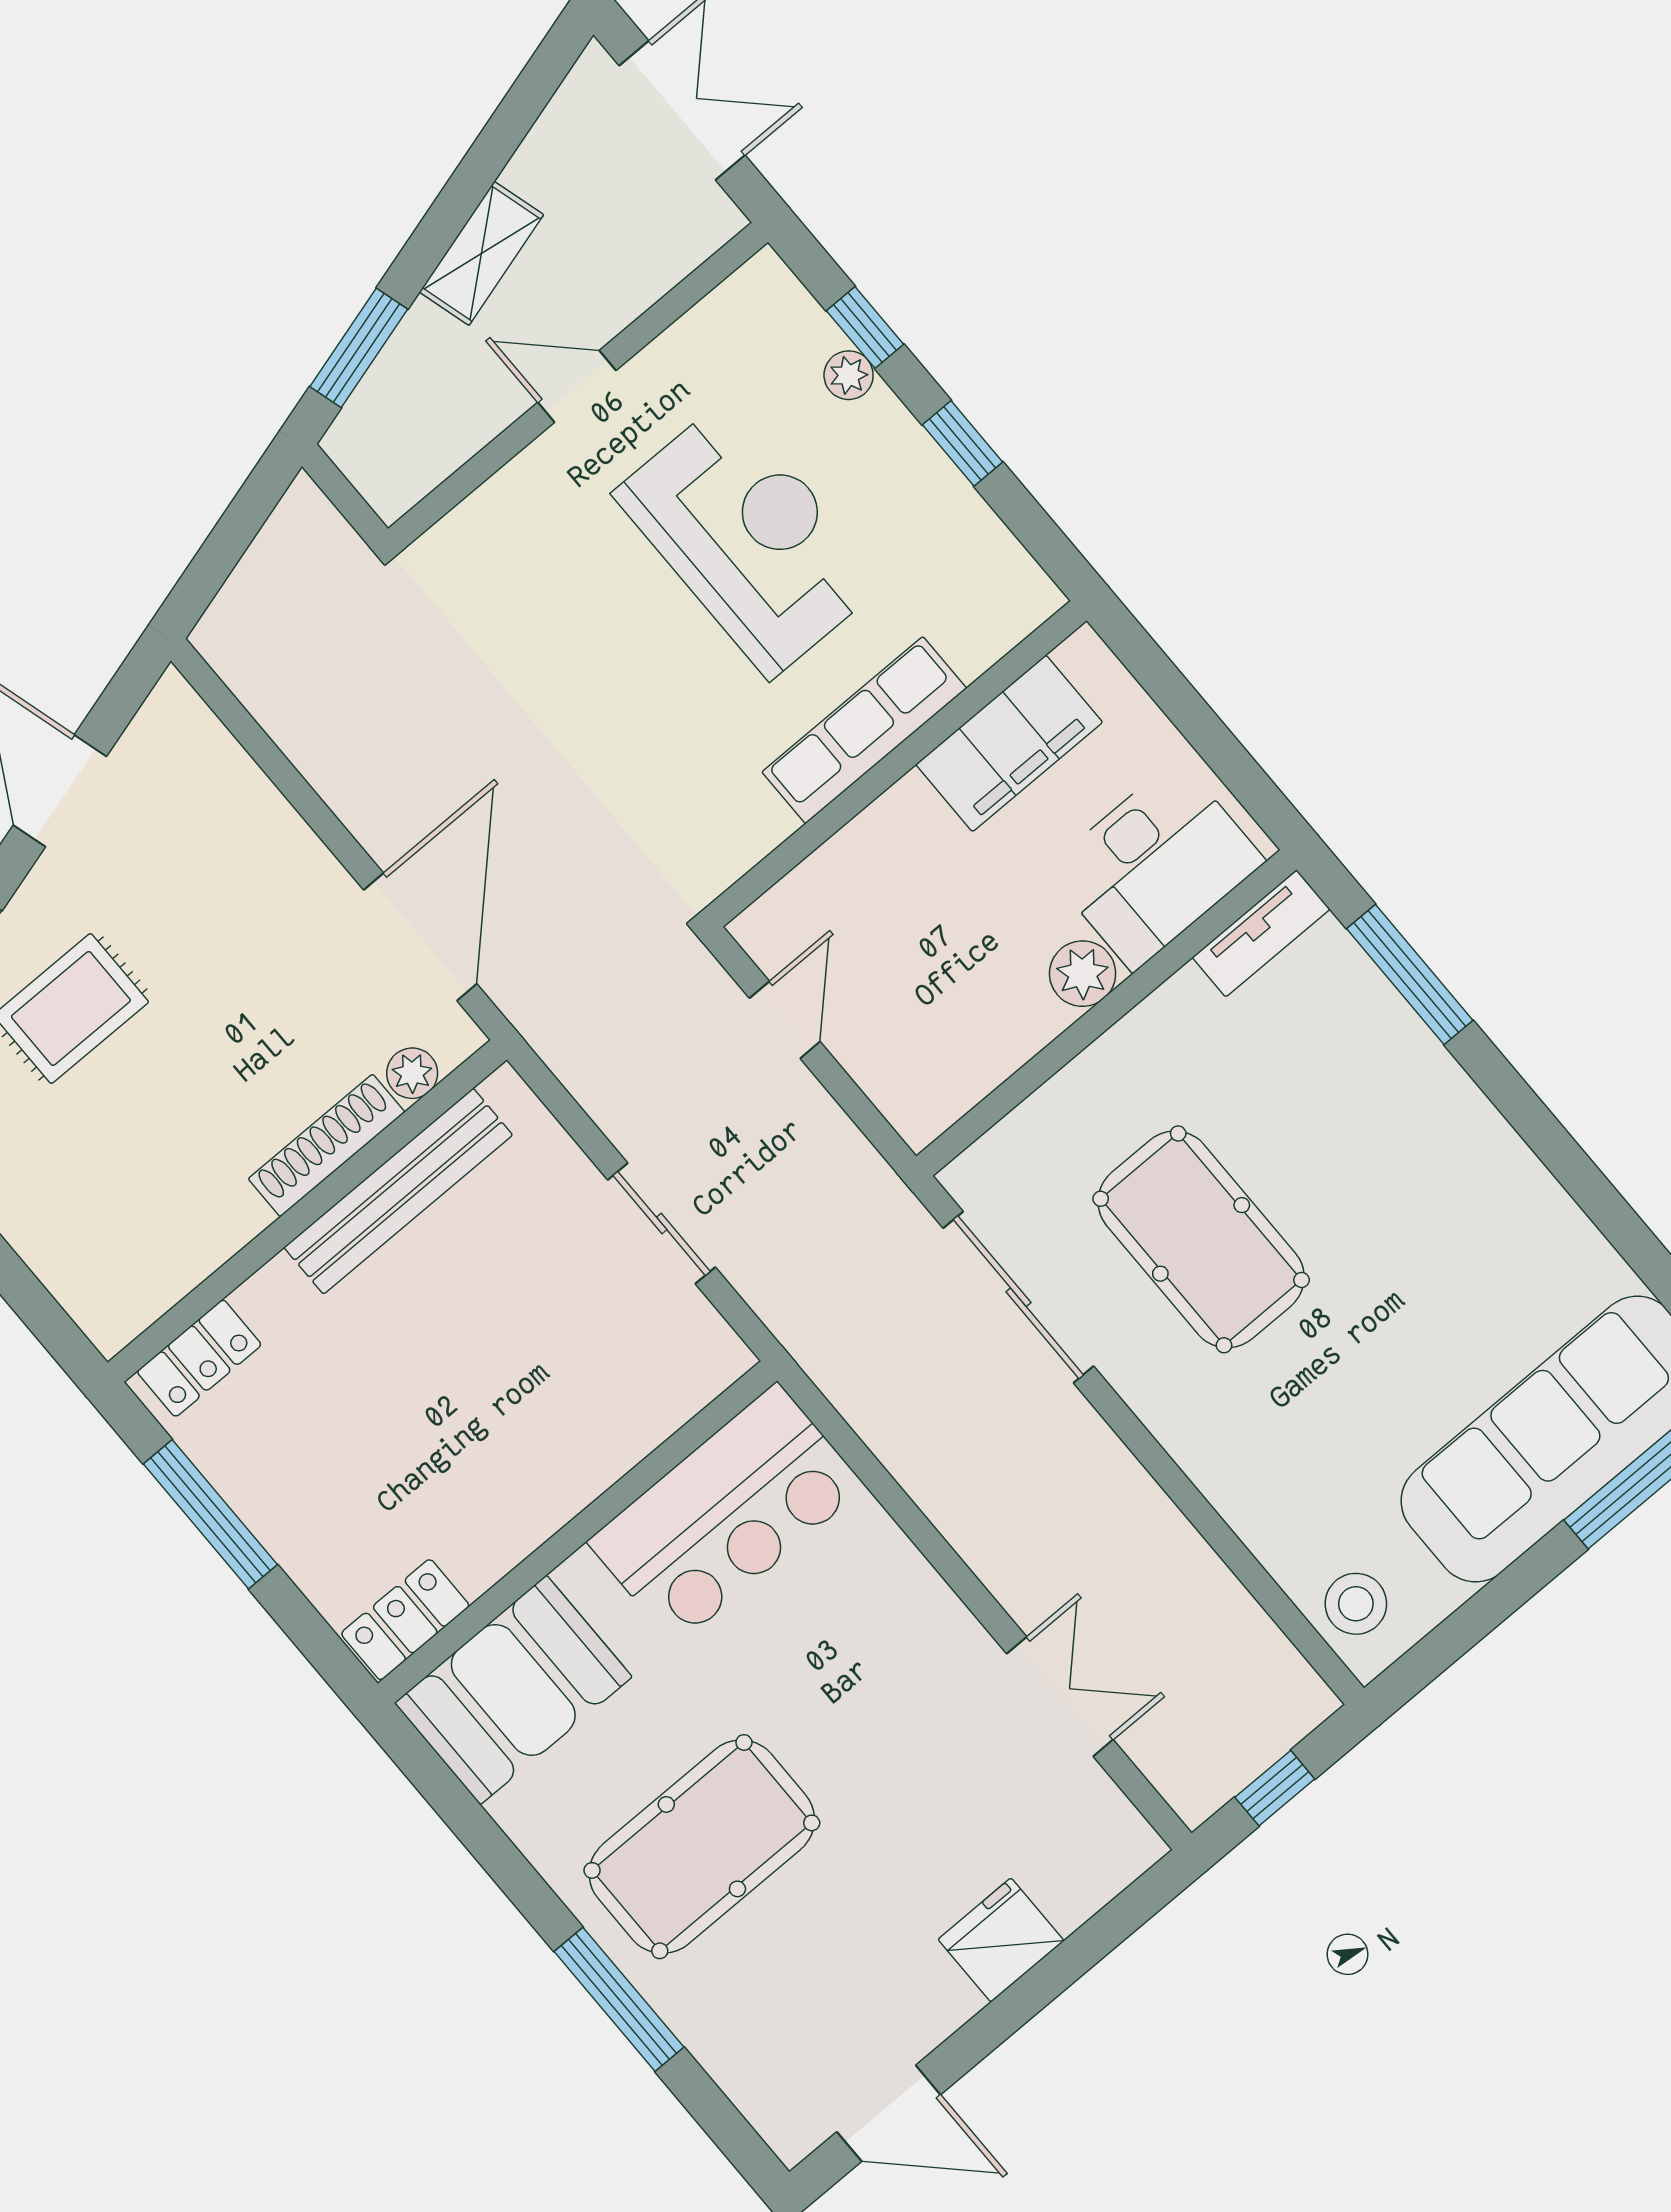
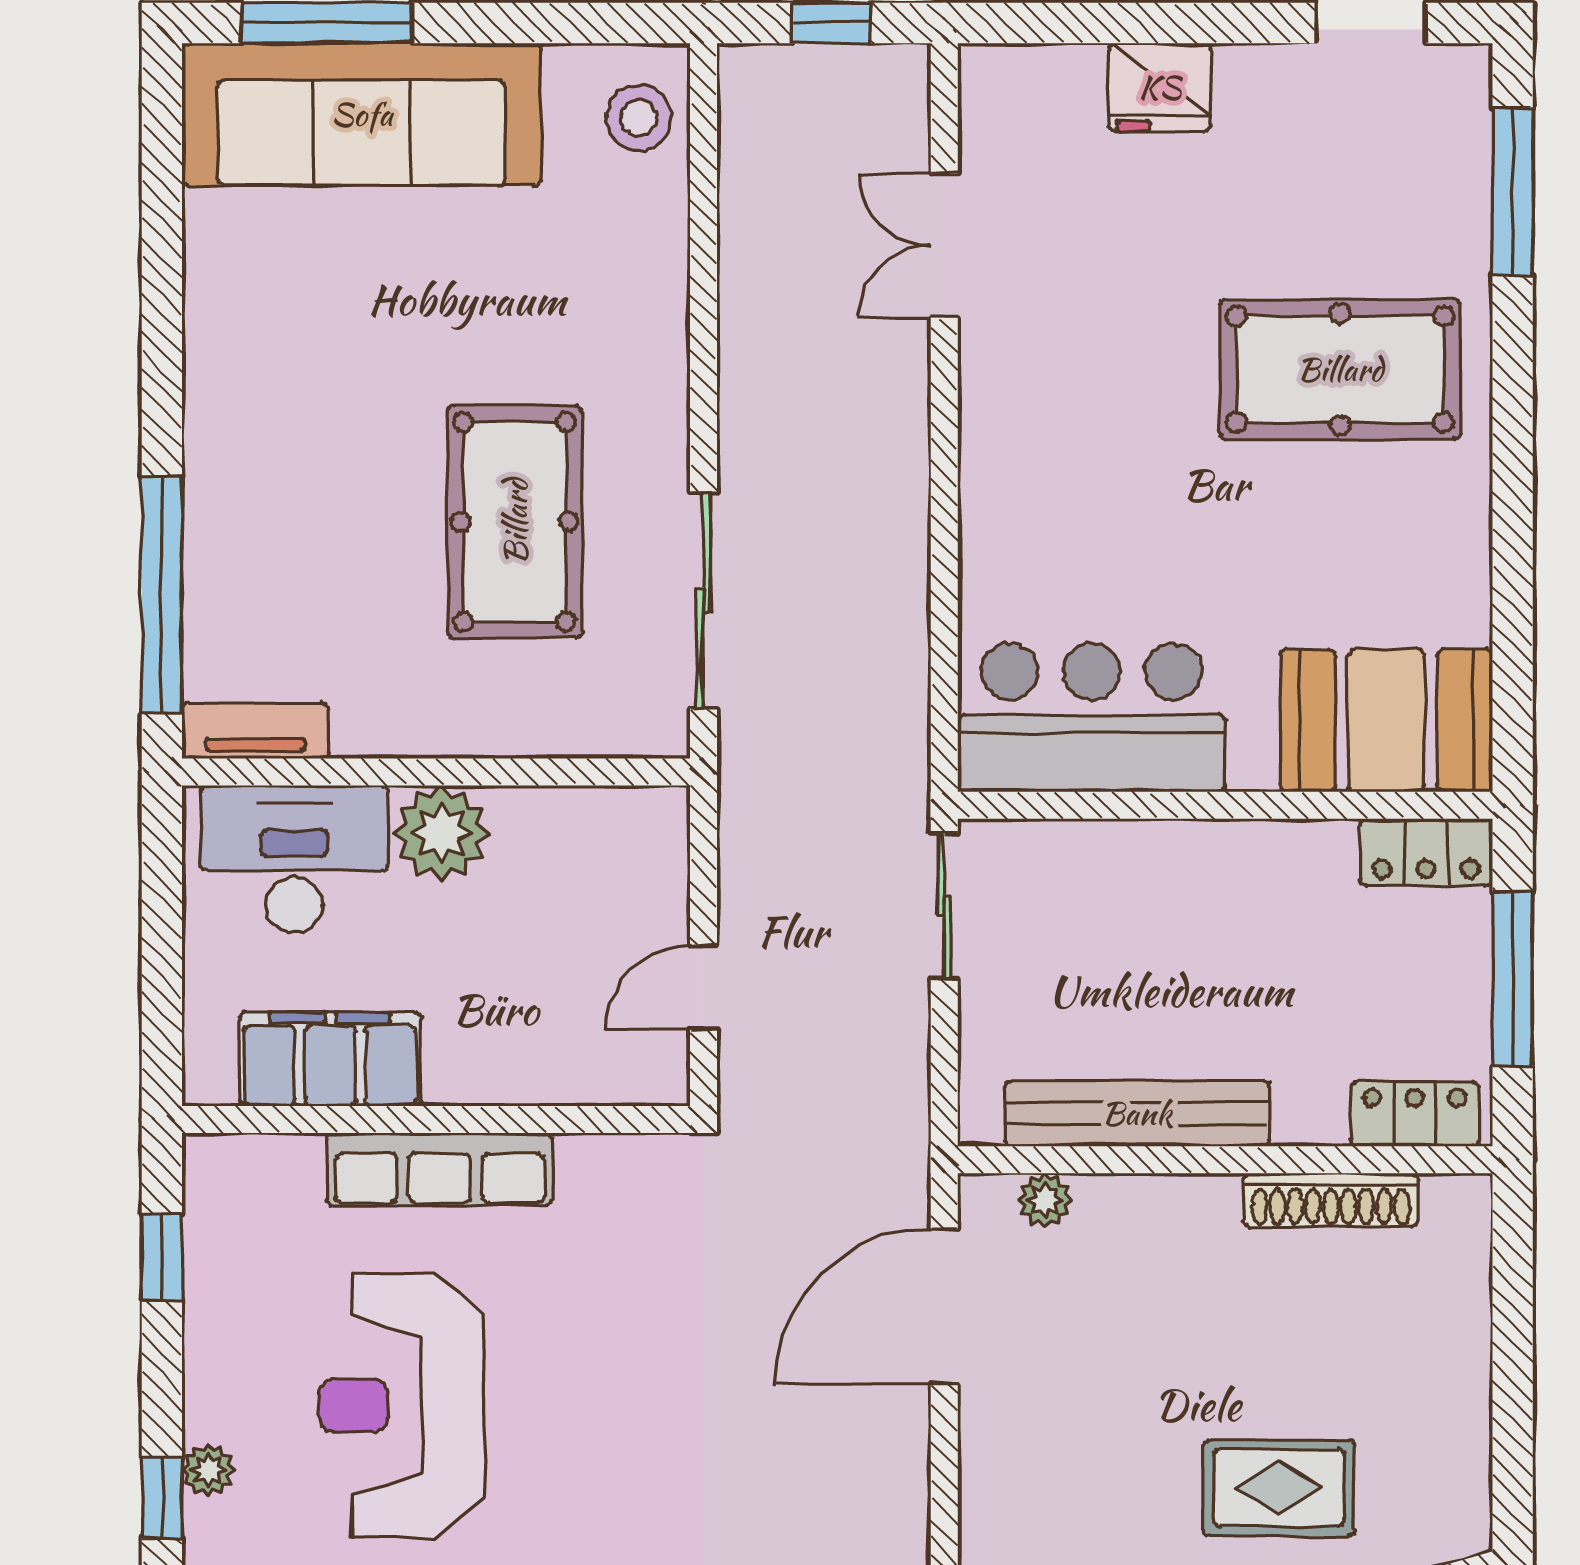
window: (963, 443) -> (162, 1257), moved
plant: (1083, 974) -> (441, 833), width x1.36, depth x1.36
window: (1410, 974) -> (162, 595), width x1.46
shoe rack: (327, 1145) -> (1331, 1200), moved
bar counter: (726, 1514) -> (1091, 718), moved
wall: (577, 1532) -> (1225, 805), moved
locker: (405, 1620) -> (1426, 852), moved
booth: (513, 1690) -> (1386, 721), moved
window: (619, 1999) -> (1513, 192), moved

